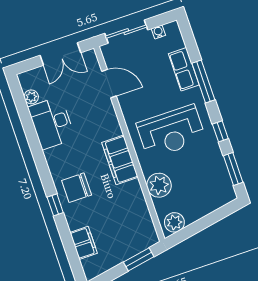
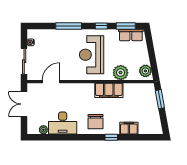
double door: (60, 54) -> (24, 104), swing flipped
row of seats: (184, 69) -> (131, 35), moved
reception desk: (171, 132) -> (92, 55), turned 180
filing cabinet: (120, 160) -> (109, 90), moved
chair: (77, 188) -> (95, 122), moved
filing cabinet: (84, 243) -> (129, 128), moved

